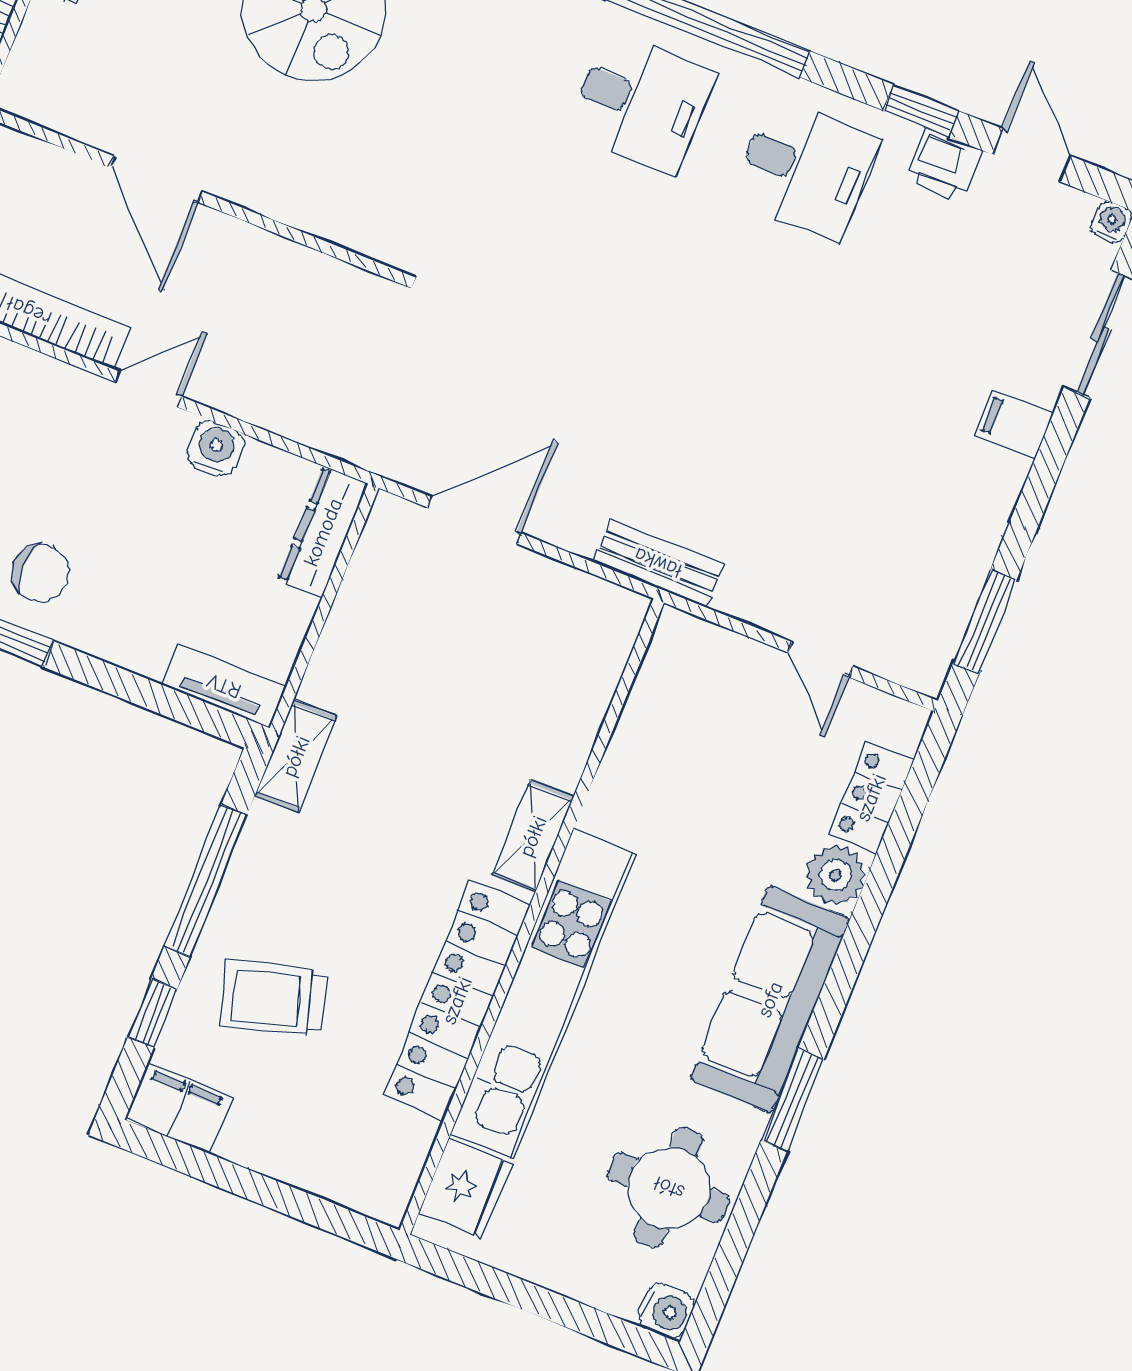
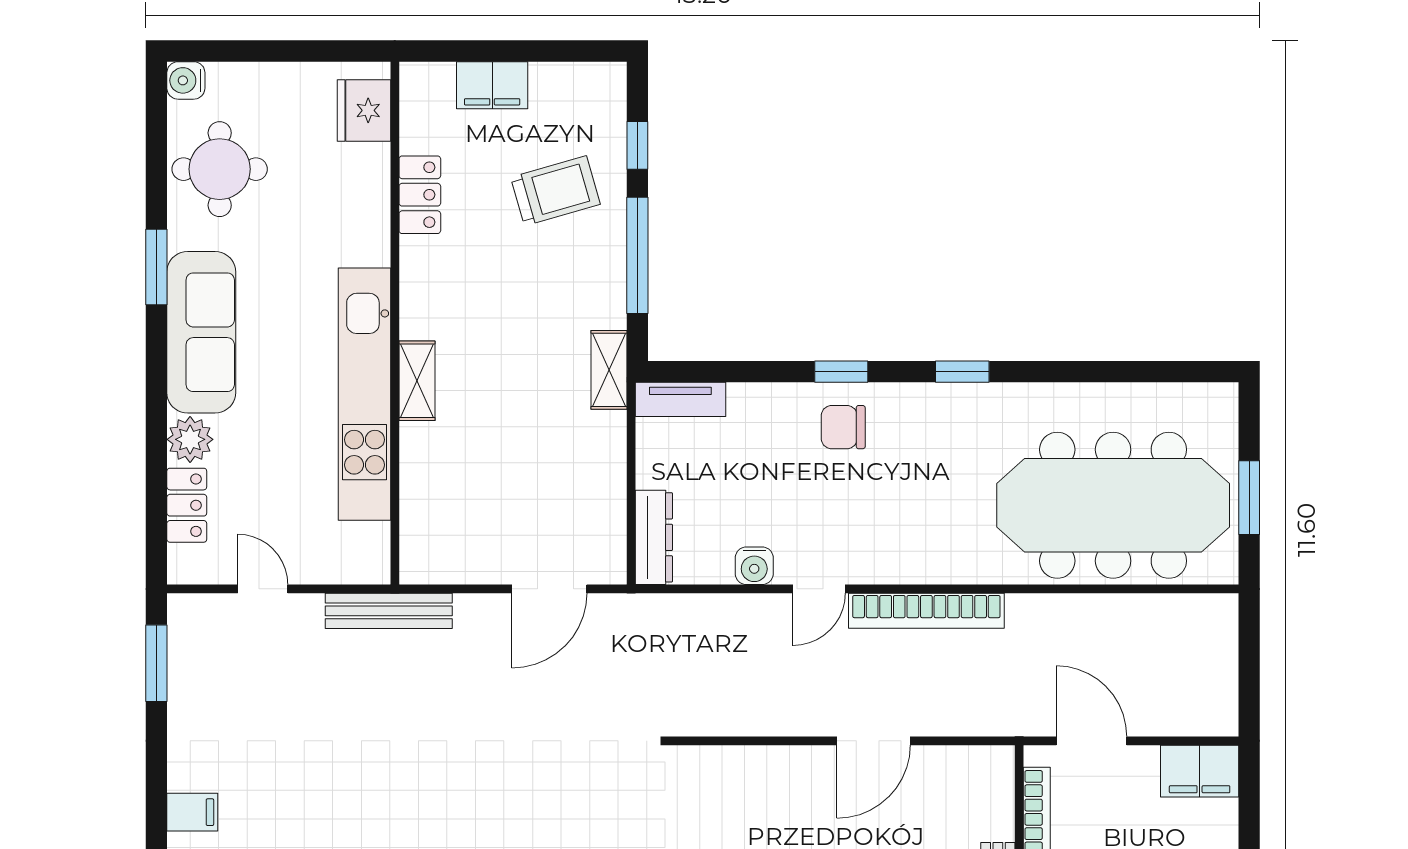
door: (156, 179) -> (874, 741), swing flipped
bench: (658, 563) -> (389, 611), width x1.36
kitchen unit: (543, 994) -> (364, 394), moved
locker: (457, 1000) -> (420, 195), width x0.46, depth x0.83
filing cabinet: (179, 1108) -> (492, 85), moved

